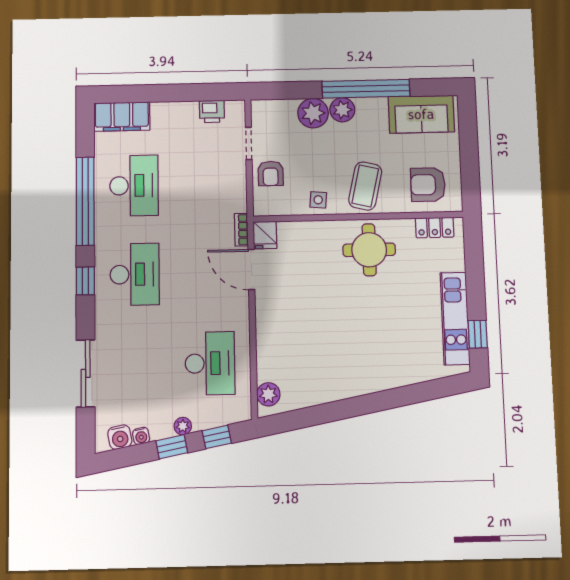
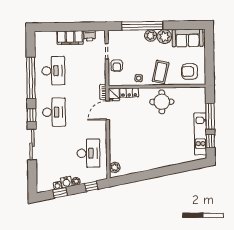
window: (366, 89) -> (142, 26), moved
plant: (313, 113) -> (164, 37), moved
filing cabinet: (122, 117) -> (70, 38), moved
locker: (435, 227) -> (129, 93), moved
door: (251, 269) -> (108, 110), hinge flipped
window: (475, 280) -> (210, 116), added
sliding door: (86, 373) -> (32, 145), moved
water cooler: (120, 437) -> (66, 182), moved
window: (172, 447) -> (60, 193), moved

